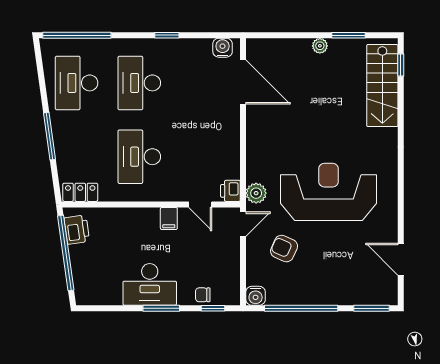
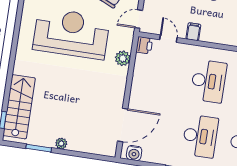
door: (243, 82) -> (123, 125), swing flipped
reception desk: (329, 192) -> (71, 34), turned 180
plant: (256, 193) -> (123, 58), moved

